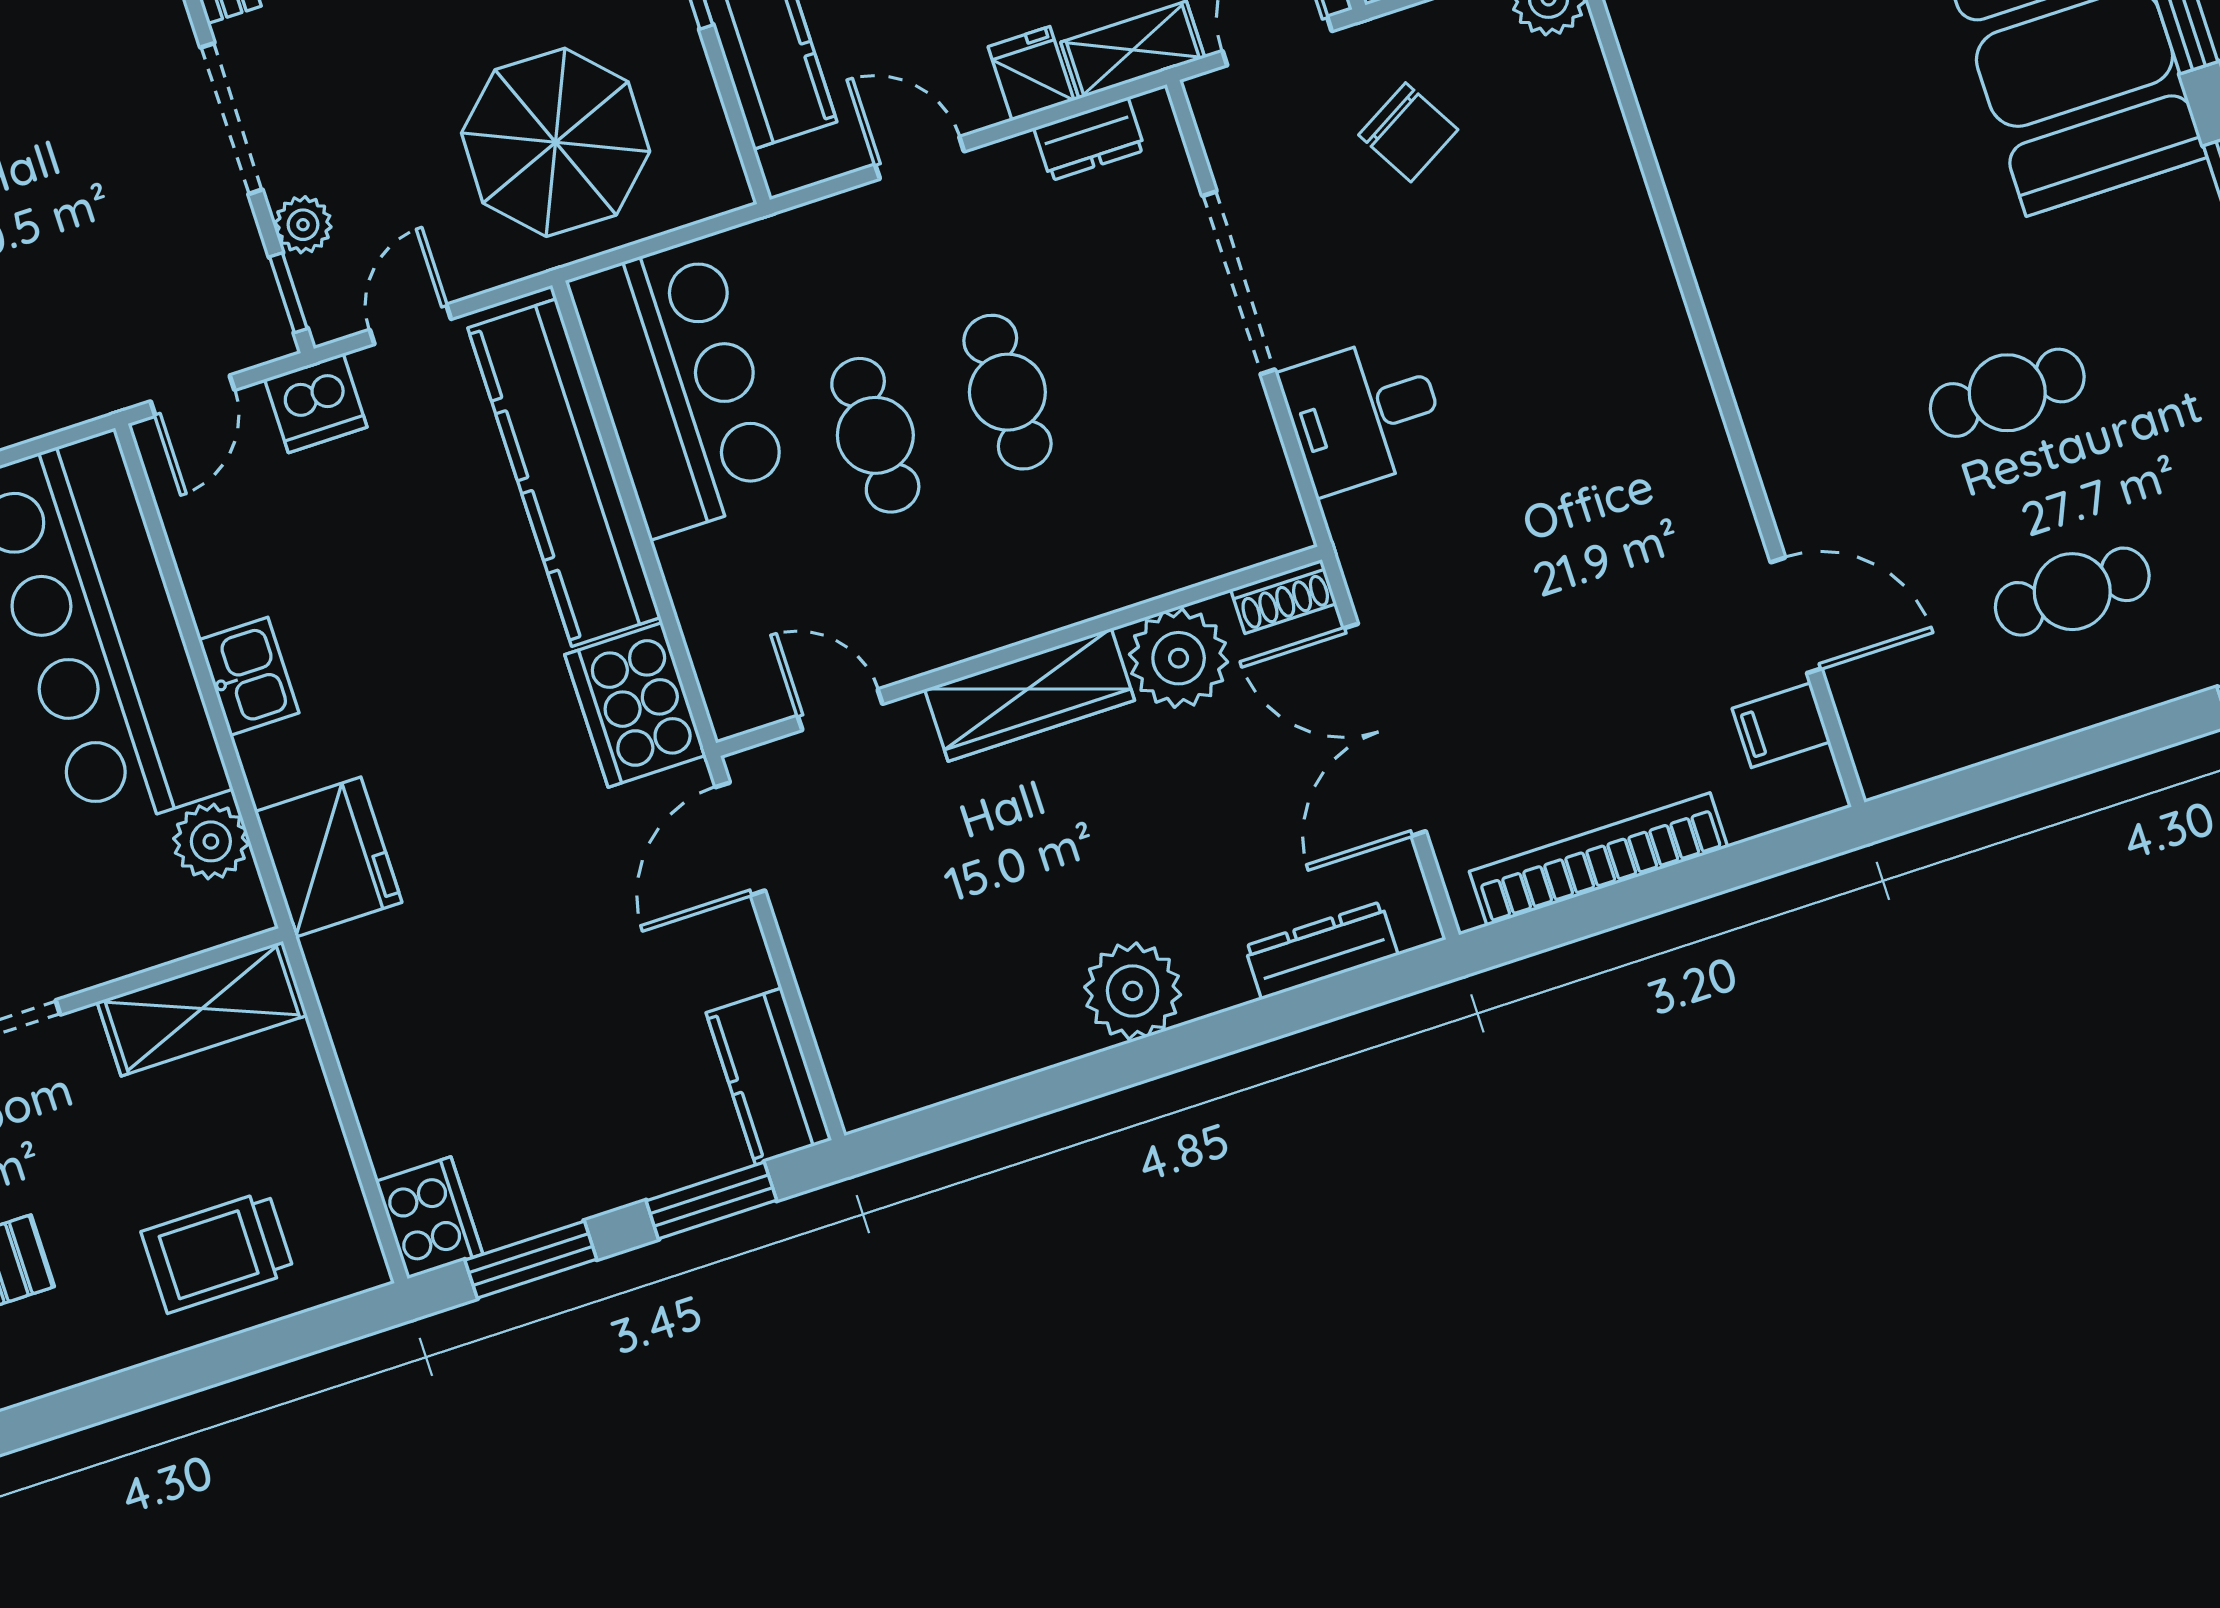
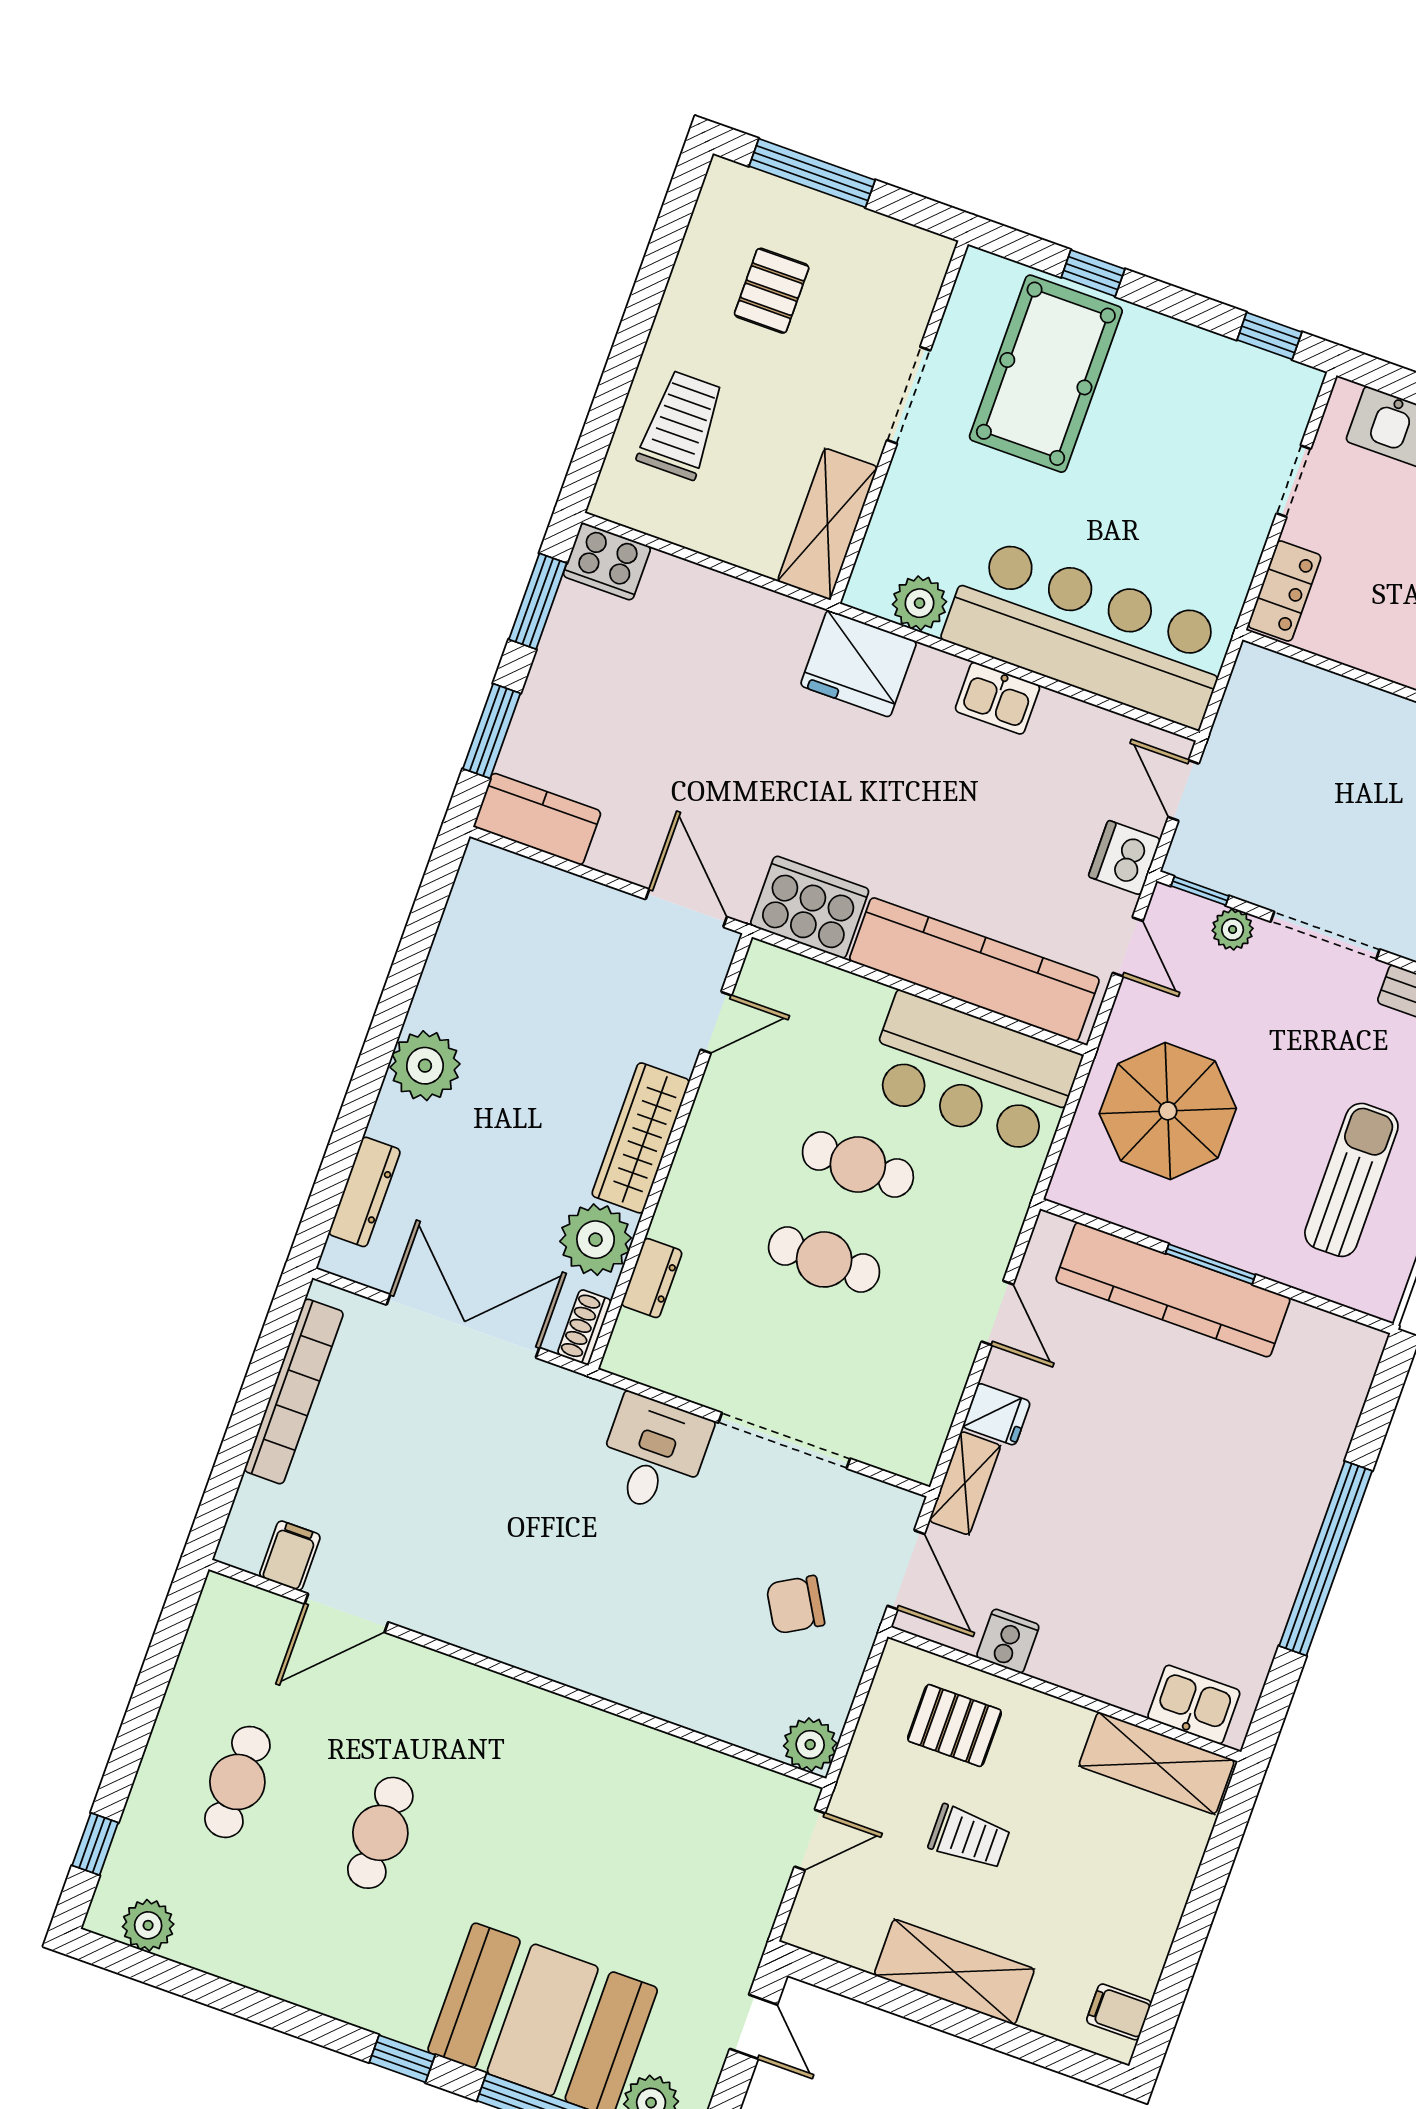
dresser: (1089, 139) -> (652, 1278), moved, turned 180
door: (920, 158) -> (997, 1313), hinge flipped

